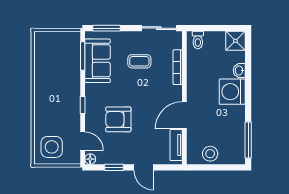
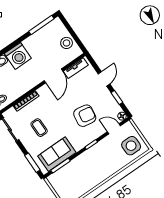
door: (184, 115) -> (53, 76), hinge flipped
armchair: (118, 119) -> (85, 116), turned -81
door: (83, 141) -> (114, 129), hinge flipped

